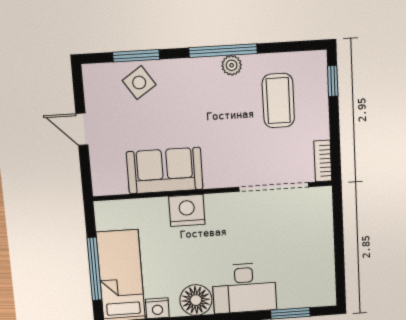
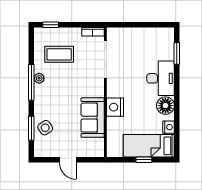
door: (82, 129) -> (68, 160), hinge flipped
window: (94, 269) -> (144, 160), width x0.46

